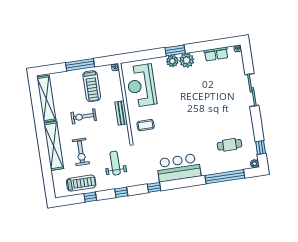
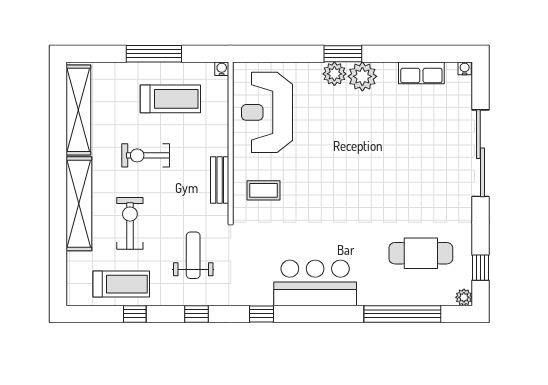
treadmill: (92, 86) -> (170, 99), turned -90
sliding door: (252, 90) -> (480, 153), width x1.36
bench: (121, 113) -> (220, 180), moved
cafe table: (230, 145) -> (421, 253), width x1.37, depth x1.35
exercise bike: (81, 152) -> (130, 223), turned 180

